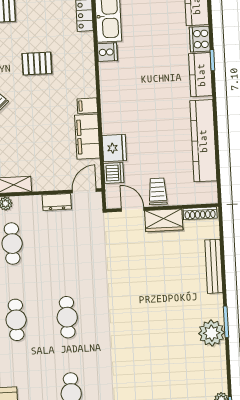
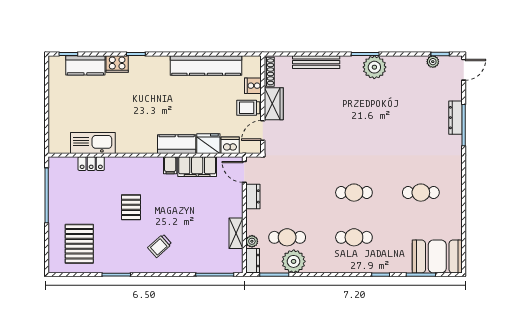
cooker: (107, 52) -> (253, 86), moved, turned -90
kitchen counter: (201, 75) -> (177, 144), moved, turned 180

